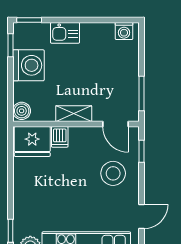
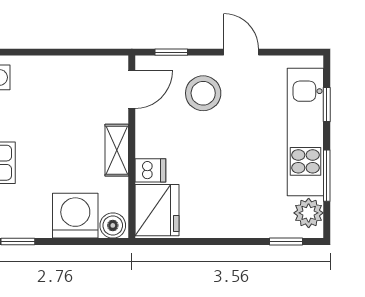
washing machine: (28, 65) -> (75, 216), moved
window: (142, 94) -> (88, 52), removed
door: (142, 216) -> (241, 52), moved

